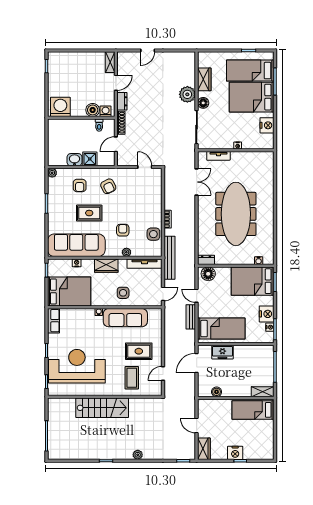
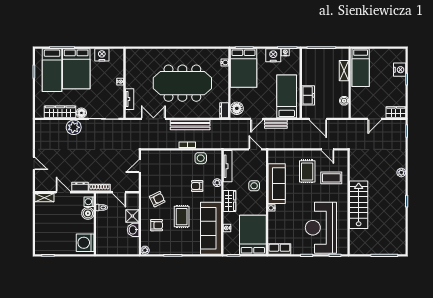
wardrobe: (204, 79) -> (60, 112), width x1.50
bench: (169, 258) -> (190, 125), moved
shelving: (263, 392) -> (344, 71), moved
nightstand: (235, 453) -> (400, 70), moved

